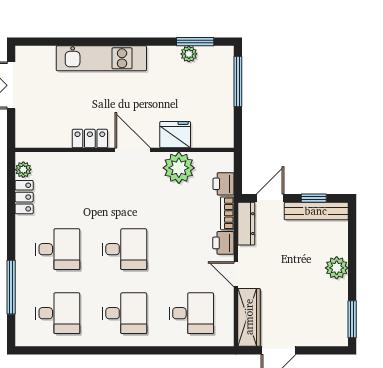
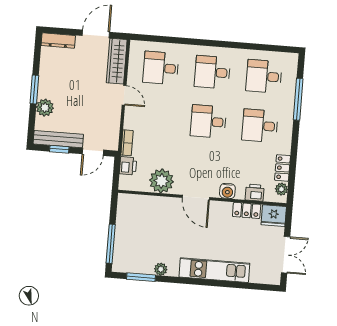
plant: (189, 54) -> (161, 269), moved
fridge: (175, 135) -> (274, 216), moved
locker: (90, 139) -> (247, 210), moved
water cooler: (93, 162) -> (227, 191), added
dresser: (246, 224) -> (58, 41), moved, turned -90
printer: (223, 243) -> (255, 193), moved, turned -90
plant: (337, 268) -> (45, 108), moved
window: (352, 319) -> (34, 89), moved

